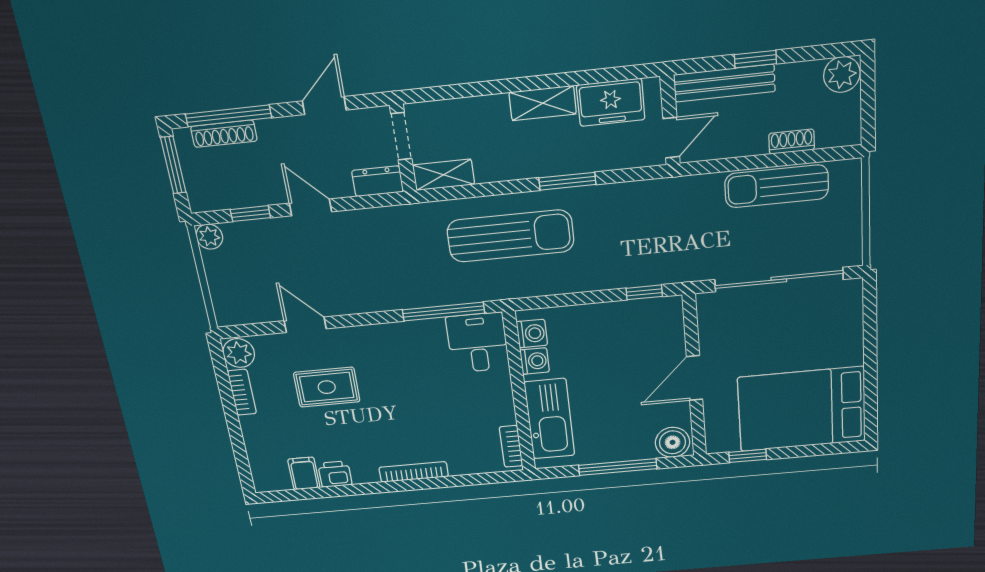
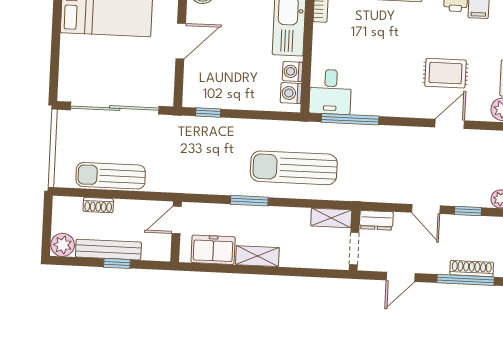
bench: (724, 83) -> (108, 250), moved
sun lounger: (777, 186) -> (111, 176), turned 180
door: (305, 325) -> (450, 124), swing flipped

